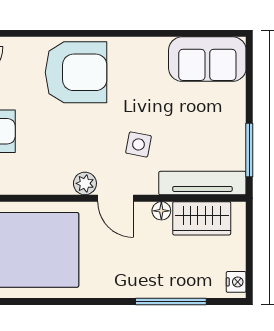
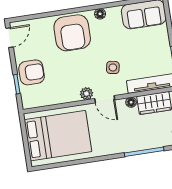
floor lamp: (130, 46) -> (100, 14), added
armchair: (76, 72) -> (72, 33), turned 90

